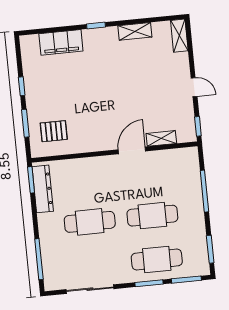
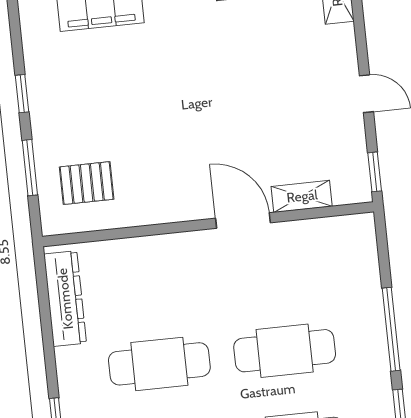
door: (132, 150) -> (243, 220), hinge flipped
window: (31, 180) -> (42, 281), removed
window: (204, 191) -> (391, 329), moved

